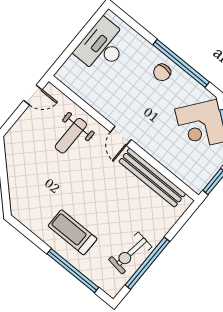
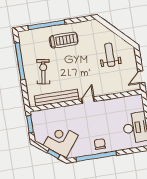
weight bench: (71, 136) -> (110, 55), moved
door: (121, 136) -> (88, 100), hinge flipped
exercise bike: (130, 253) -> (43, 72), moved

